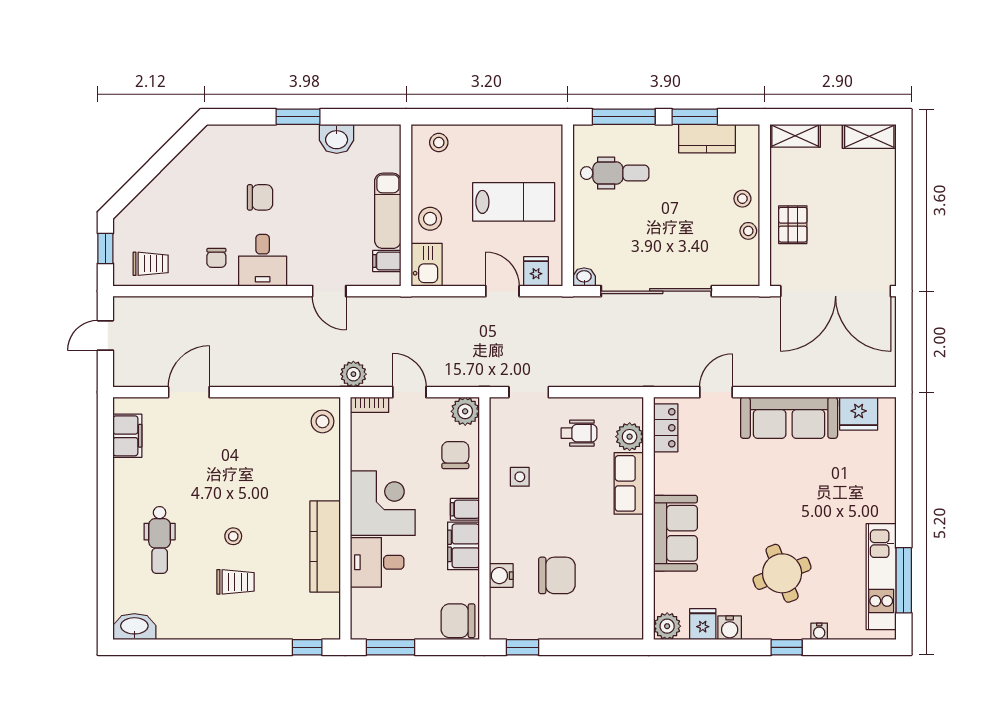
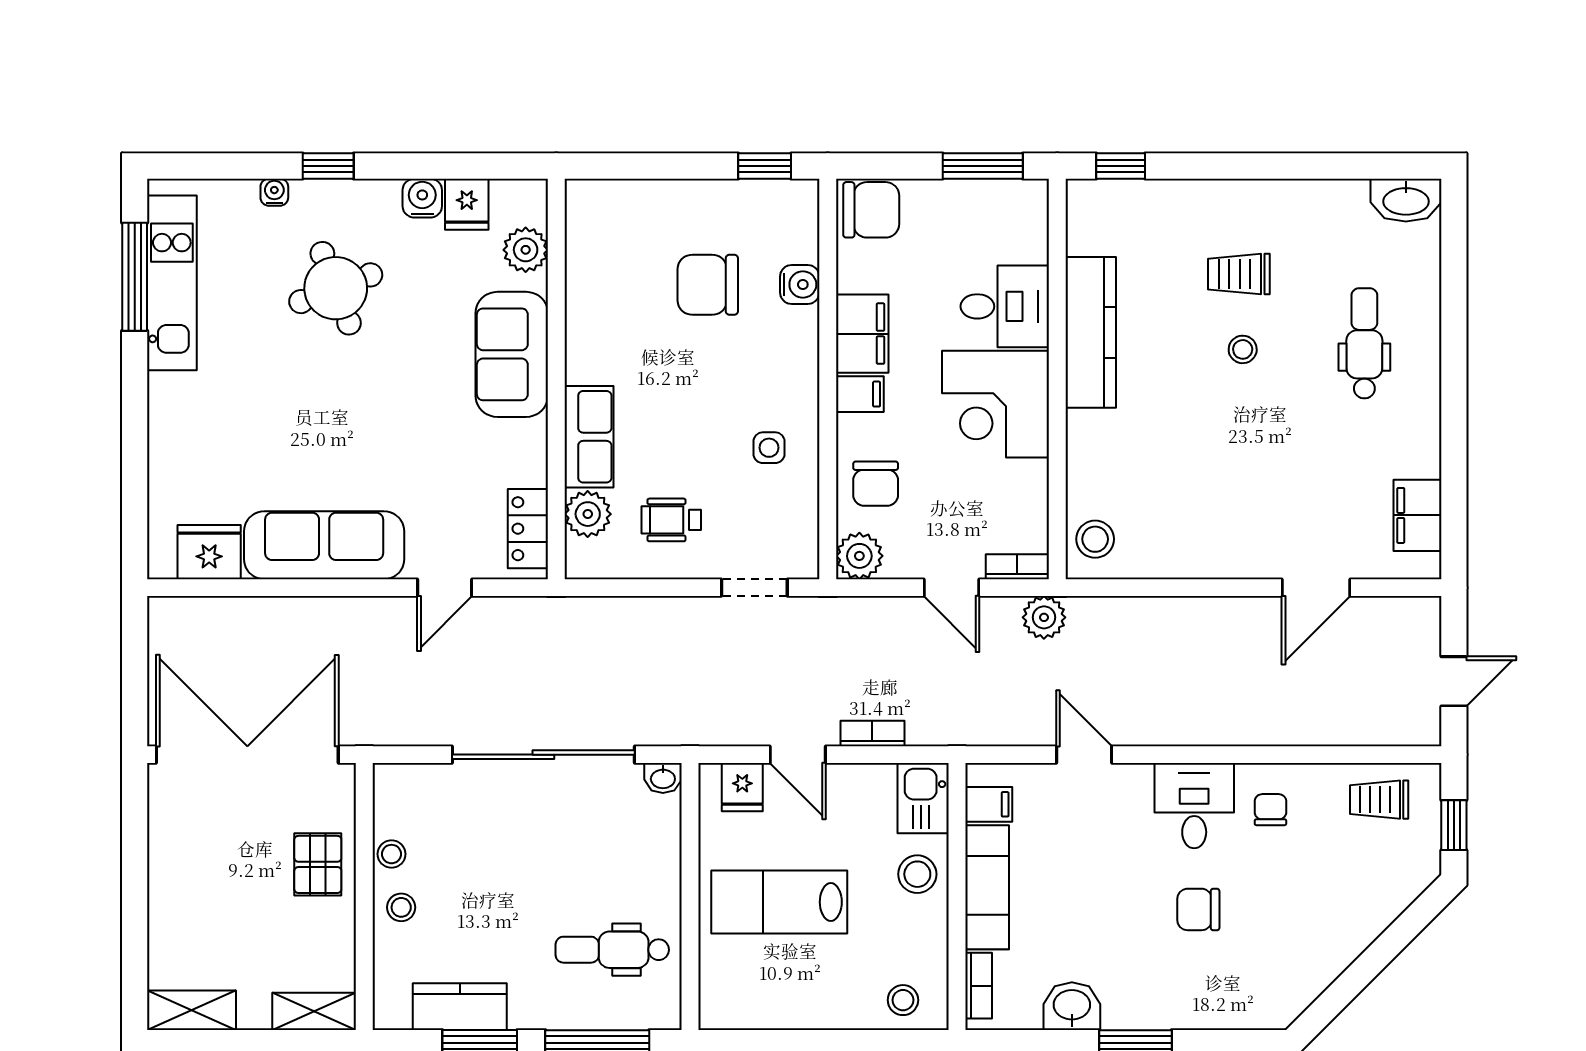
bookcase: (393, 151) -> (979, 986), added
bookcase: (457, 304) -> (872, 733), added
plant: (667, 626) -> (526, 250), moved

